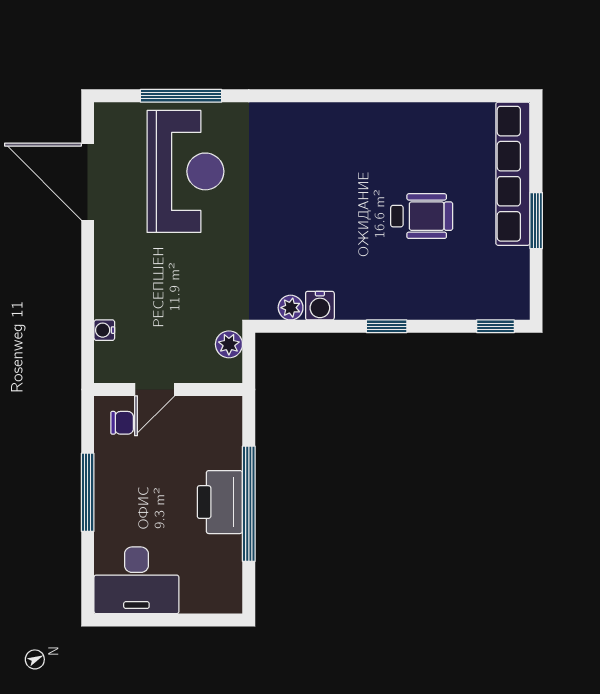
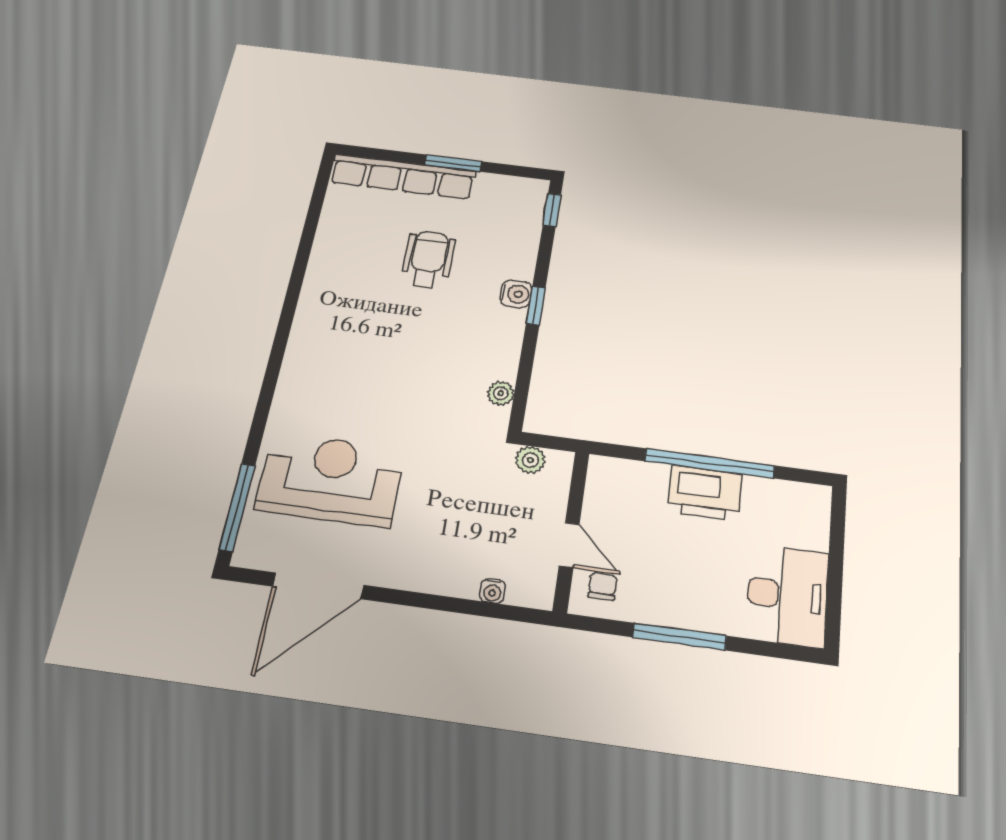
window: (181, 96) -> (237, 507), moved
water cooler: (320, 306) -> (516, 294), moved

